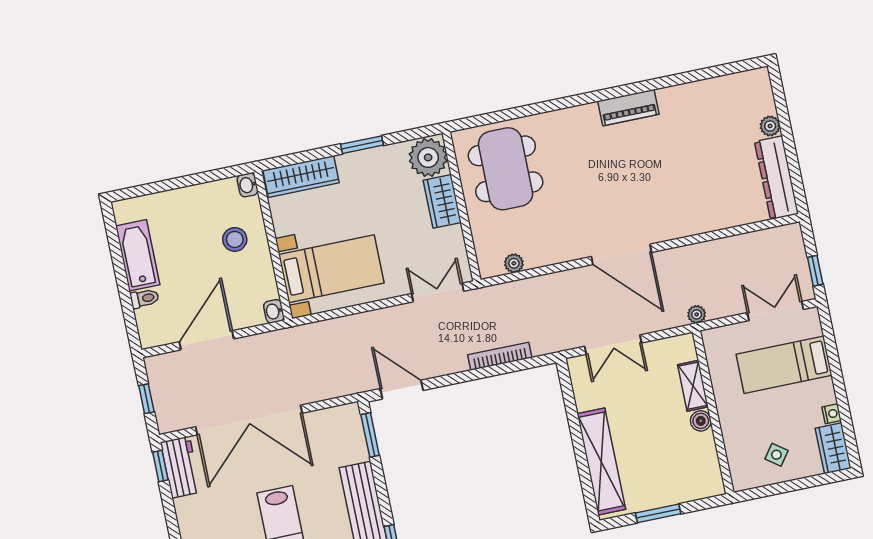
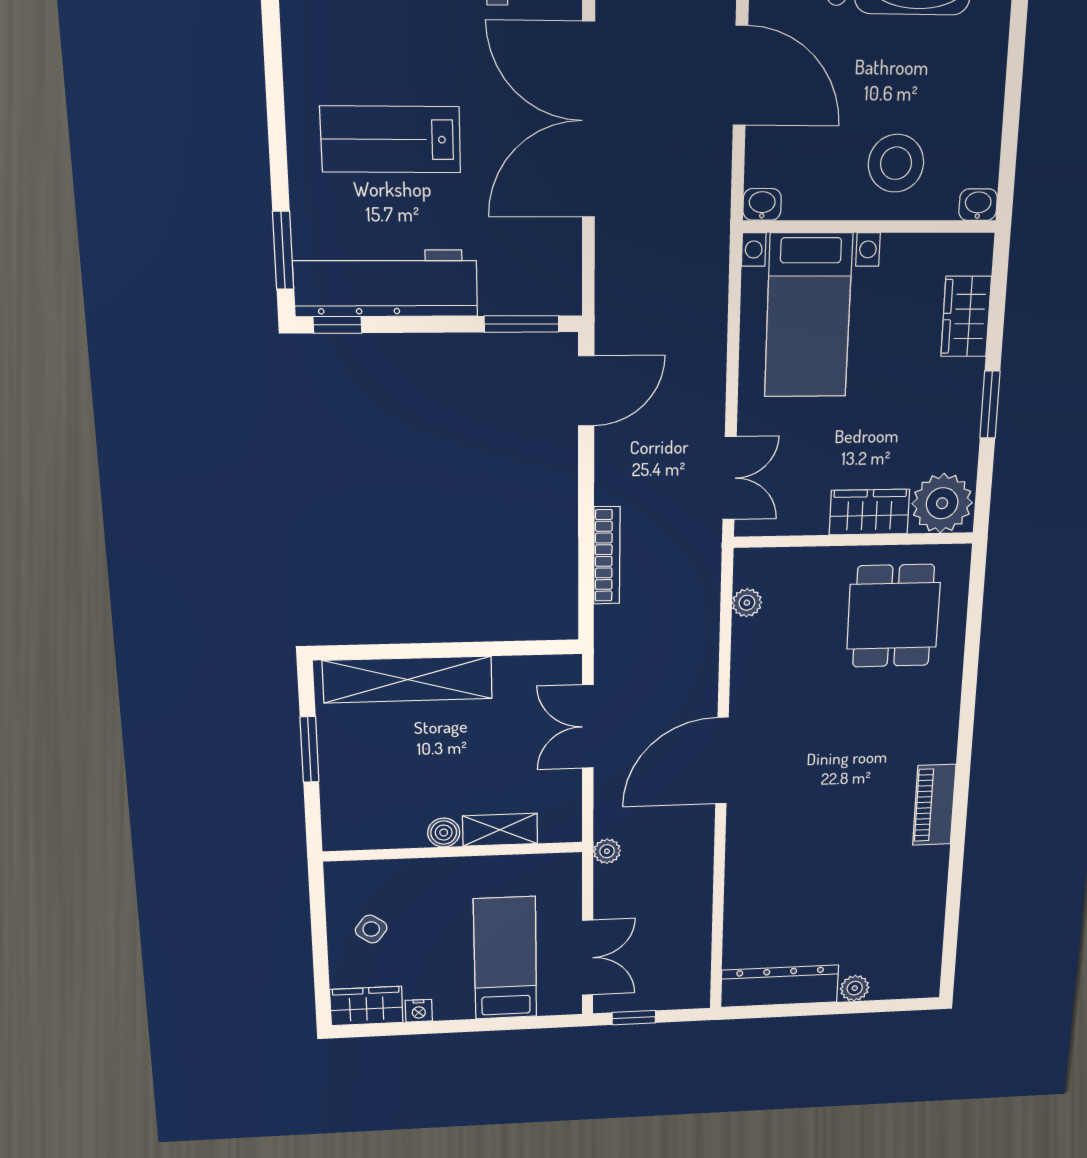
dining table: (506, 169) -> (893, 616), width x0.73
wardrobe: (301, 177) -> (966, 316), width x0.67
stool: (235, 239) -> (896, 163), width x1.38, depth x1.38

